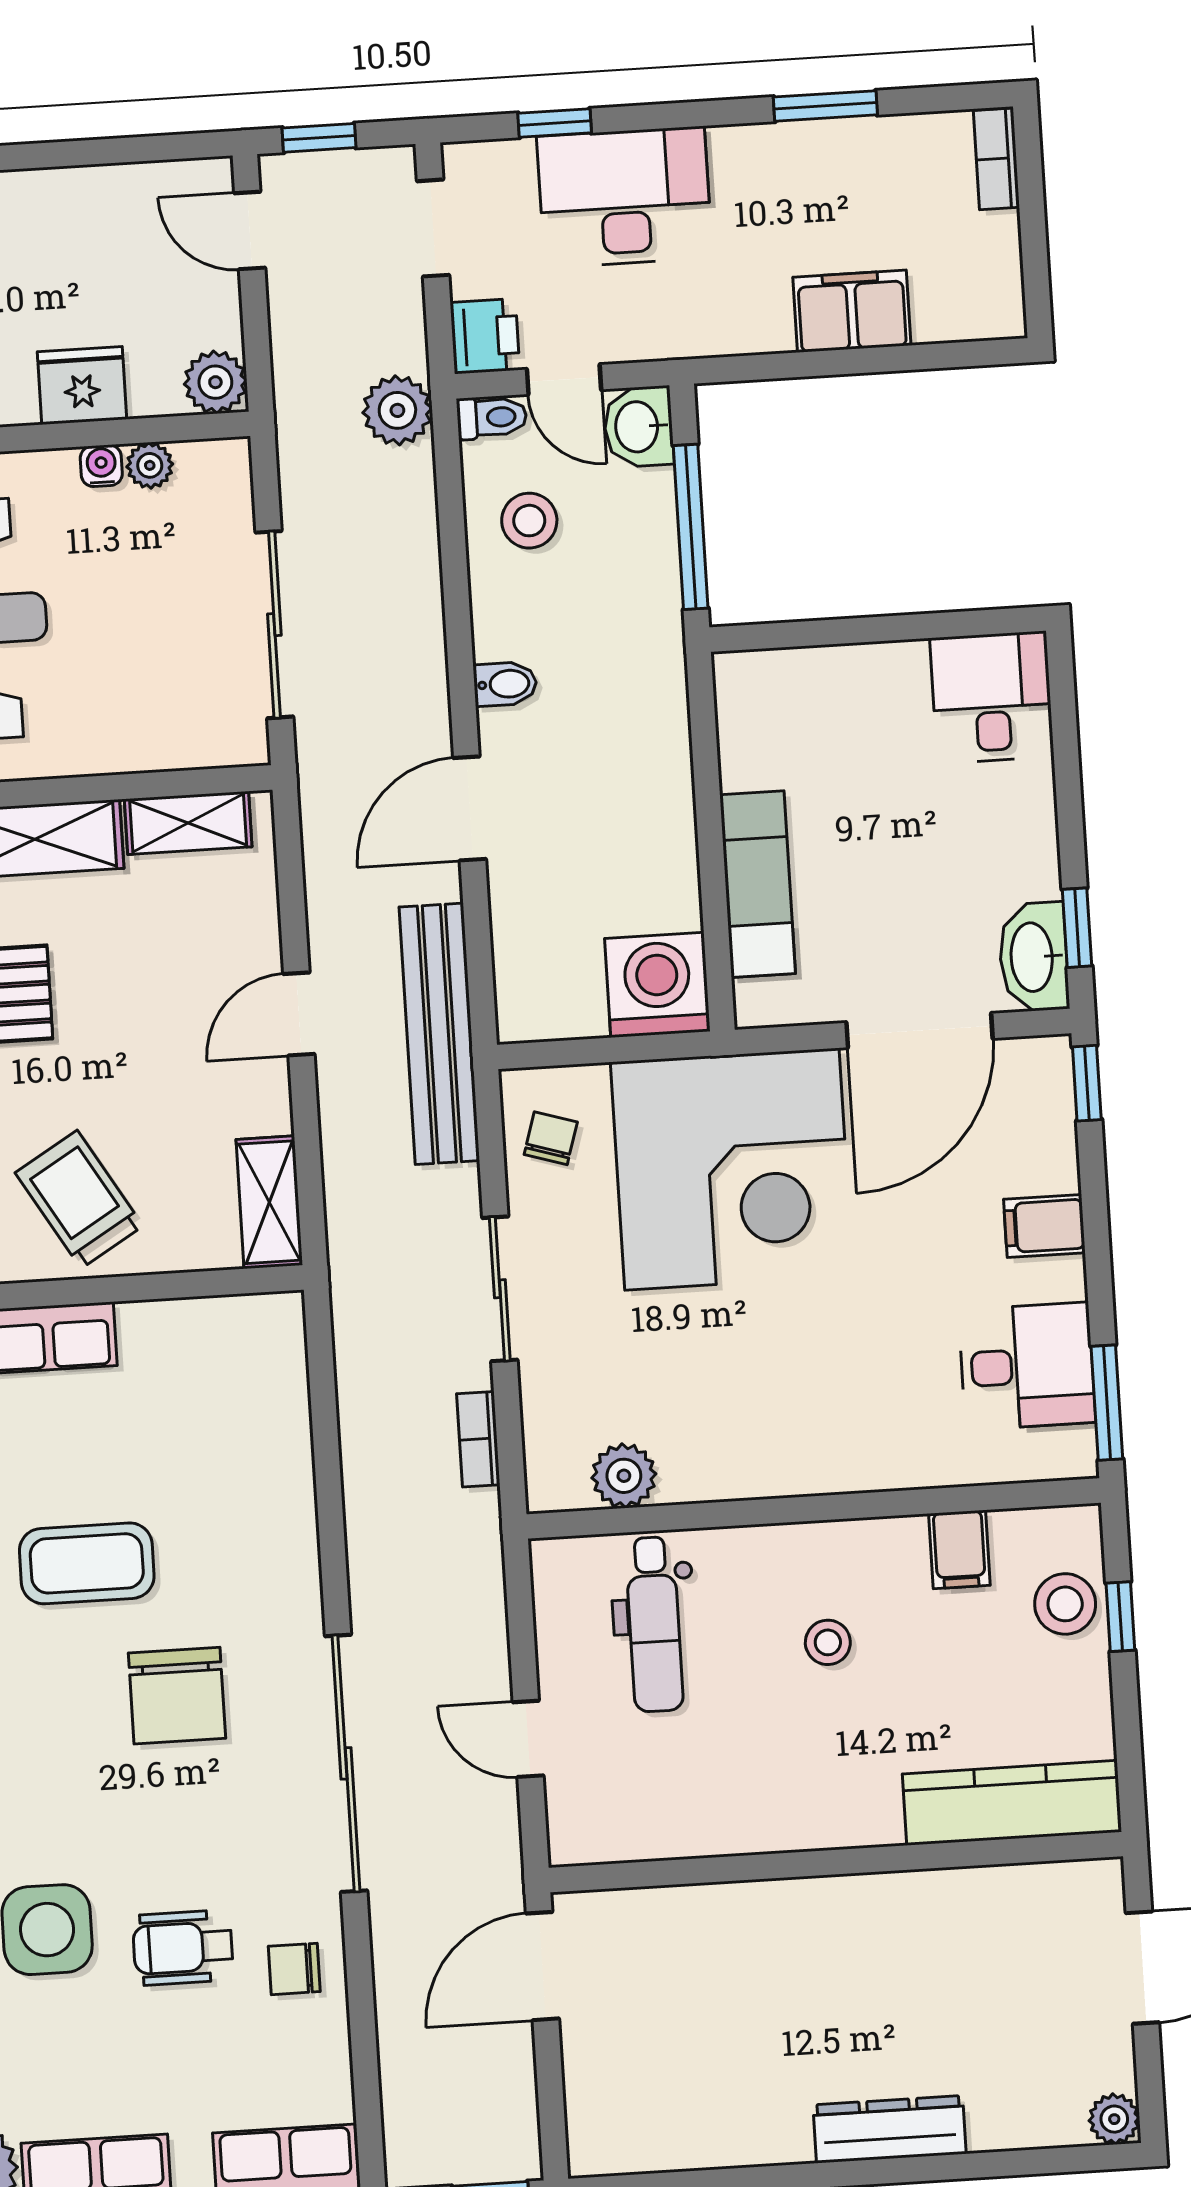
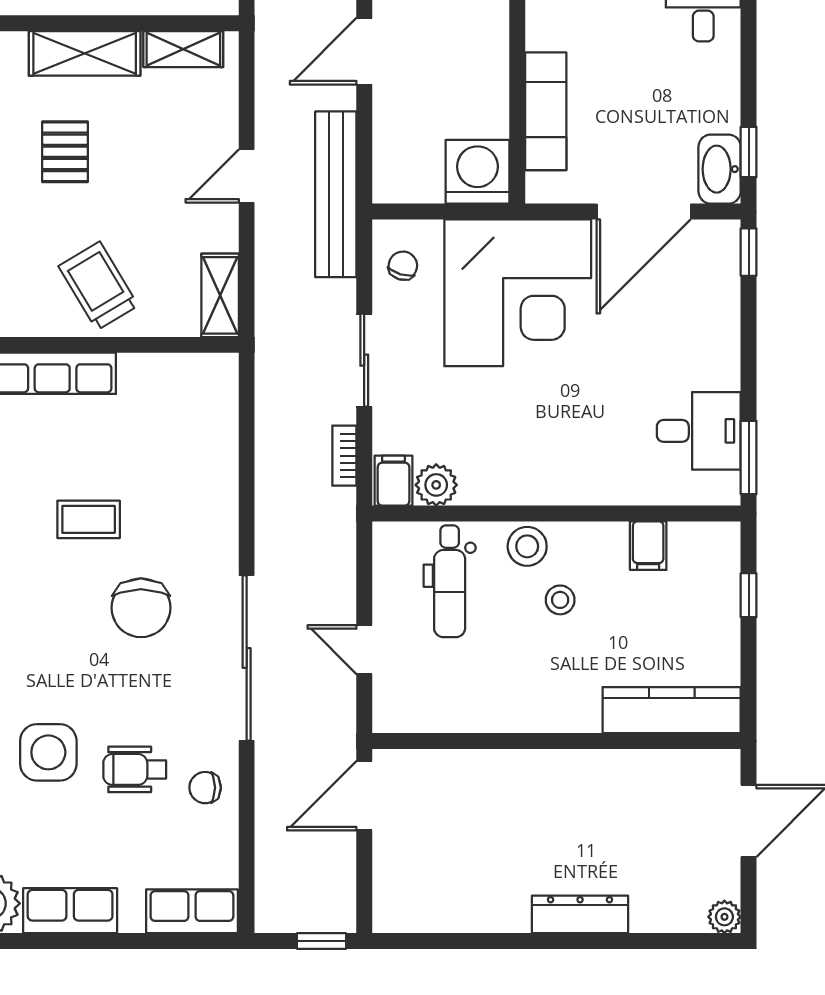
filing cabinet: (1044, 1226) -> (394, 481), moved, turned 90
coffee table: (87, 1563) -> (89, 519), width x0.73, depth x0.77
stool: (1065, 1604) -> (527, 546), moved

